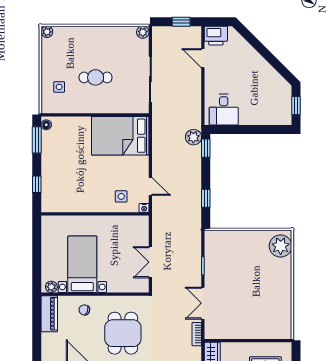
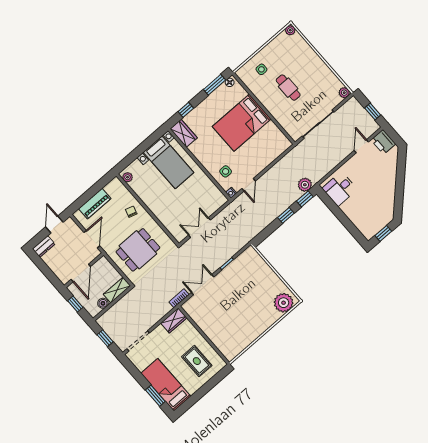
bed: (120, 136) -> (242, 123), moved, turned -90
window: (206, 198) -> (286, 215), moved
wardrobe: (56, 204) -> (184, 133), added
bed with nightstands: (82, 264) -> (169, 162), moved, turned 90
piano: (49, 314) -> (95, 204), moved

